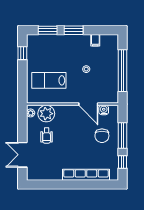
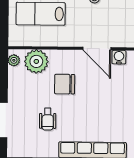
wheelchair: (47, 136) -> (48, 119), moved
chair: (102, 136) -> (65, 84), moved, turned 90

